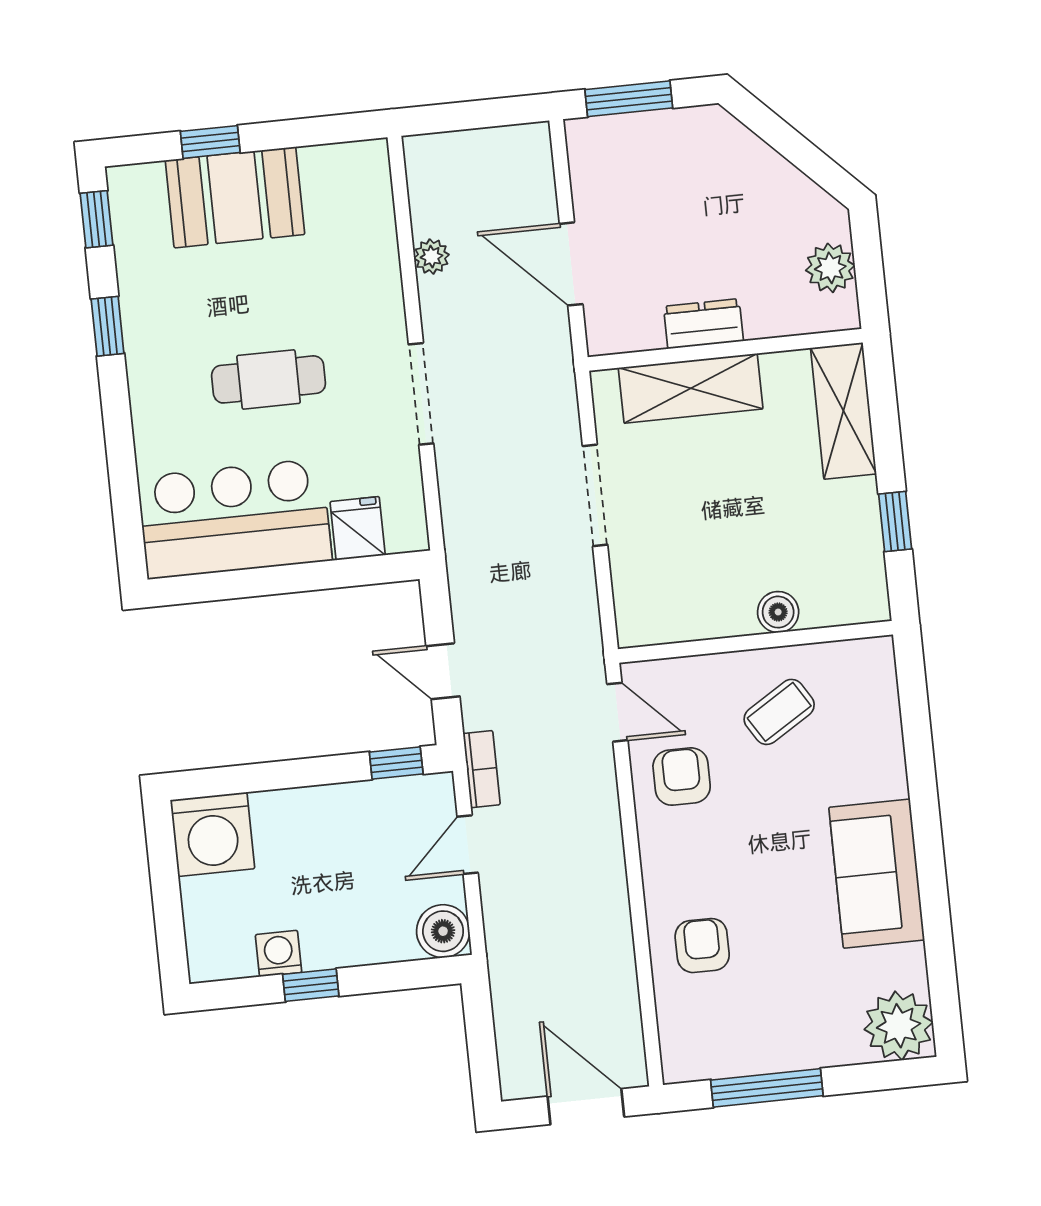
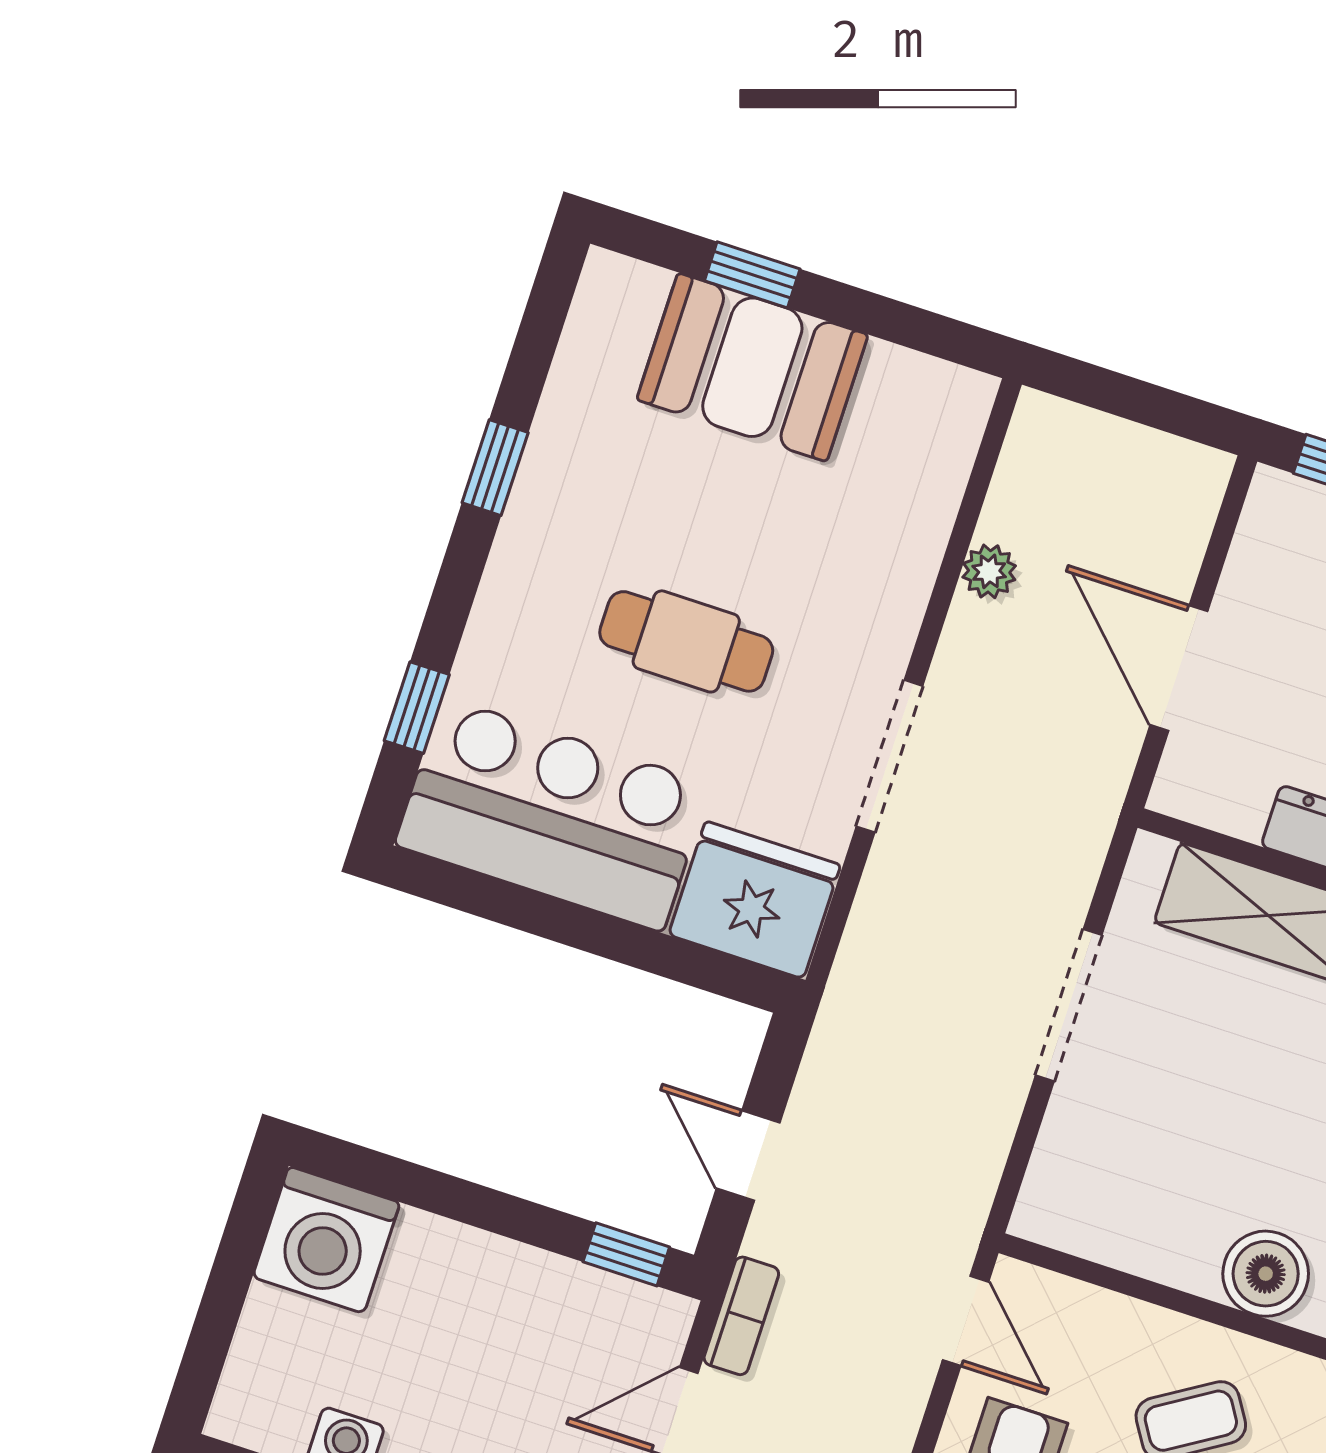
window: (96, 219) -> (417, 708), moved
fridge: (358, 528) -> (754, 900), width x1.88, depth x1.34
boiler: (778, 612) -> (1266, 1274), width x1.36, depth x1.36

